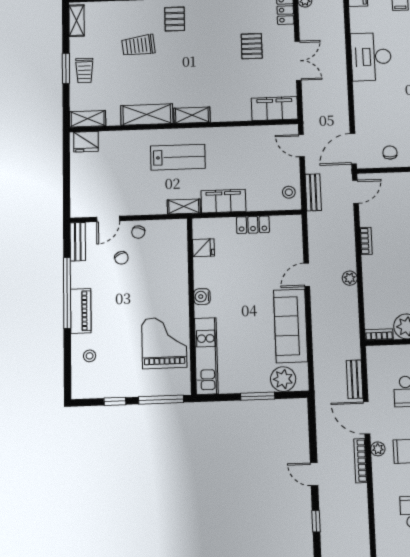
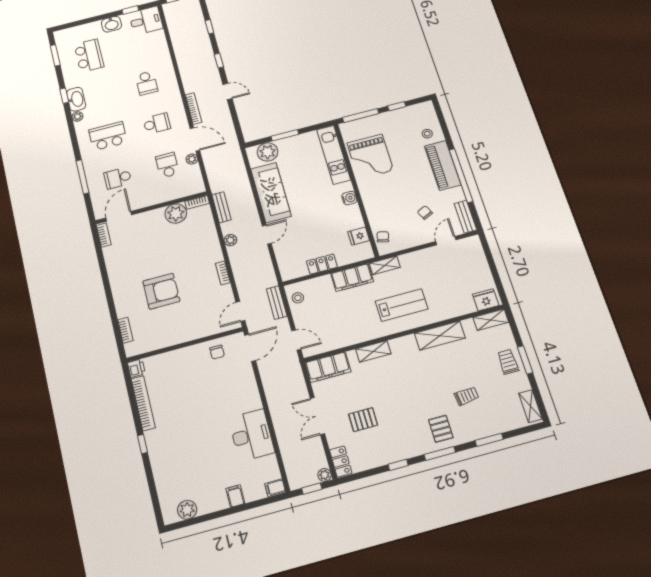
trolley: (138, 46) -> (466, 396), width x0.73, depth x0.72
pallet: (252, 46) -> (363, 420), turned 90
shelving: (192, 115) -> (373, 351), moved
lab bench: (178, 157) -> (402, 305), turned 180
chair: (138, 232) -> (383, 237), moved
piano: (81, 311) -> (443, 165), width x1.37, depth x1.33
bench: (355, 379) -> (221, 207), moved
plant: (378, 449) -> (192, 159), moved

